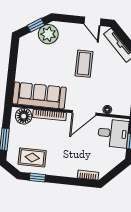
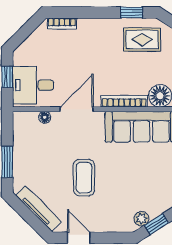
plant: (48, 34) -> (141, 219), width x0.53, depth x0.53

